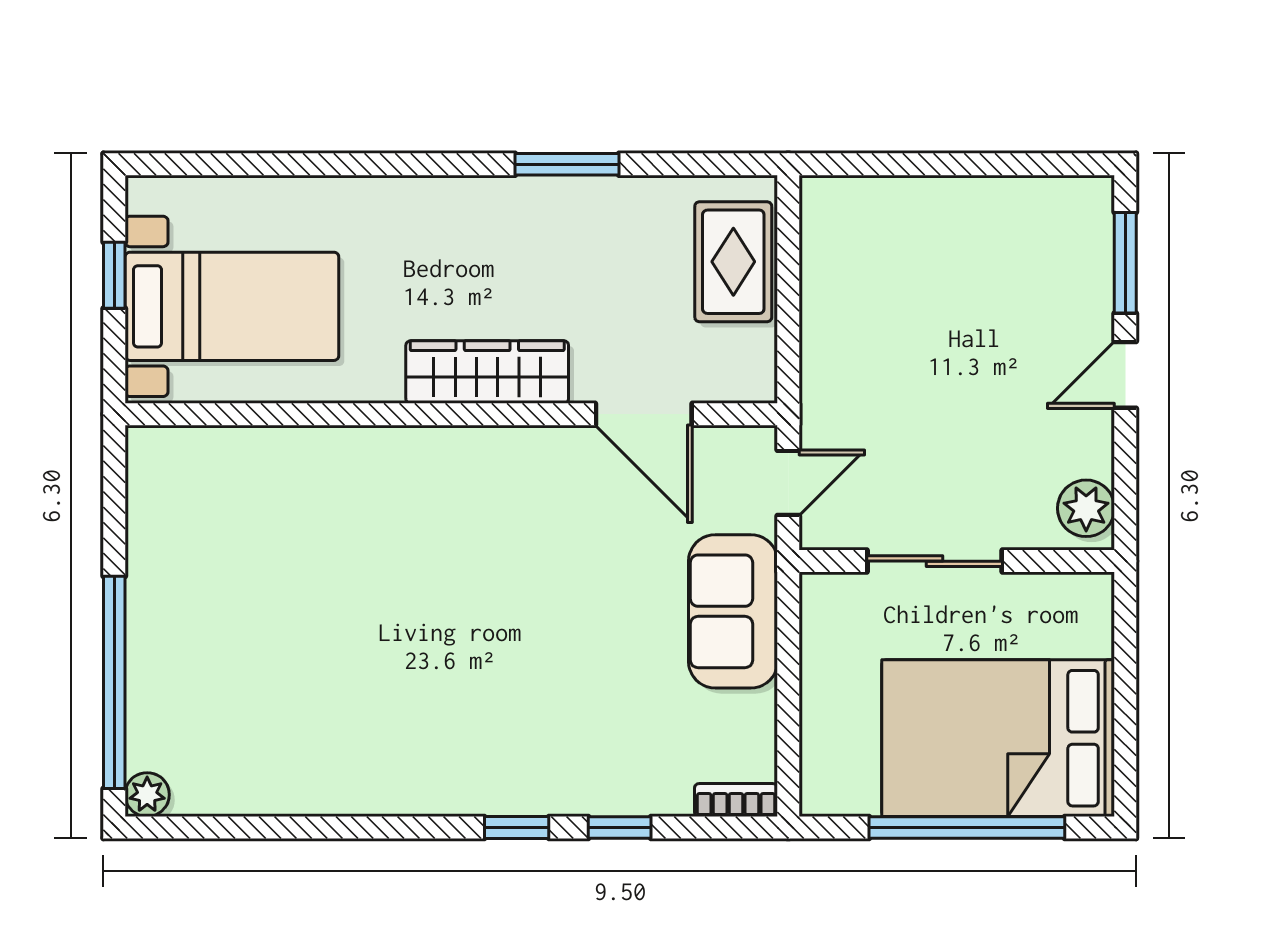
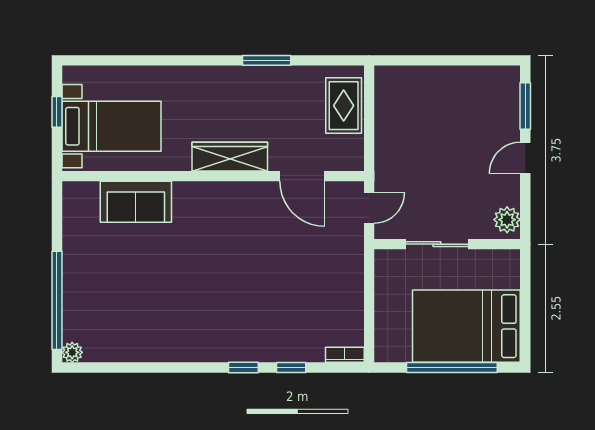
sofa: (733, 611) -> (136, 202), moved, turned -90

